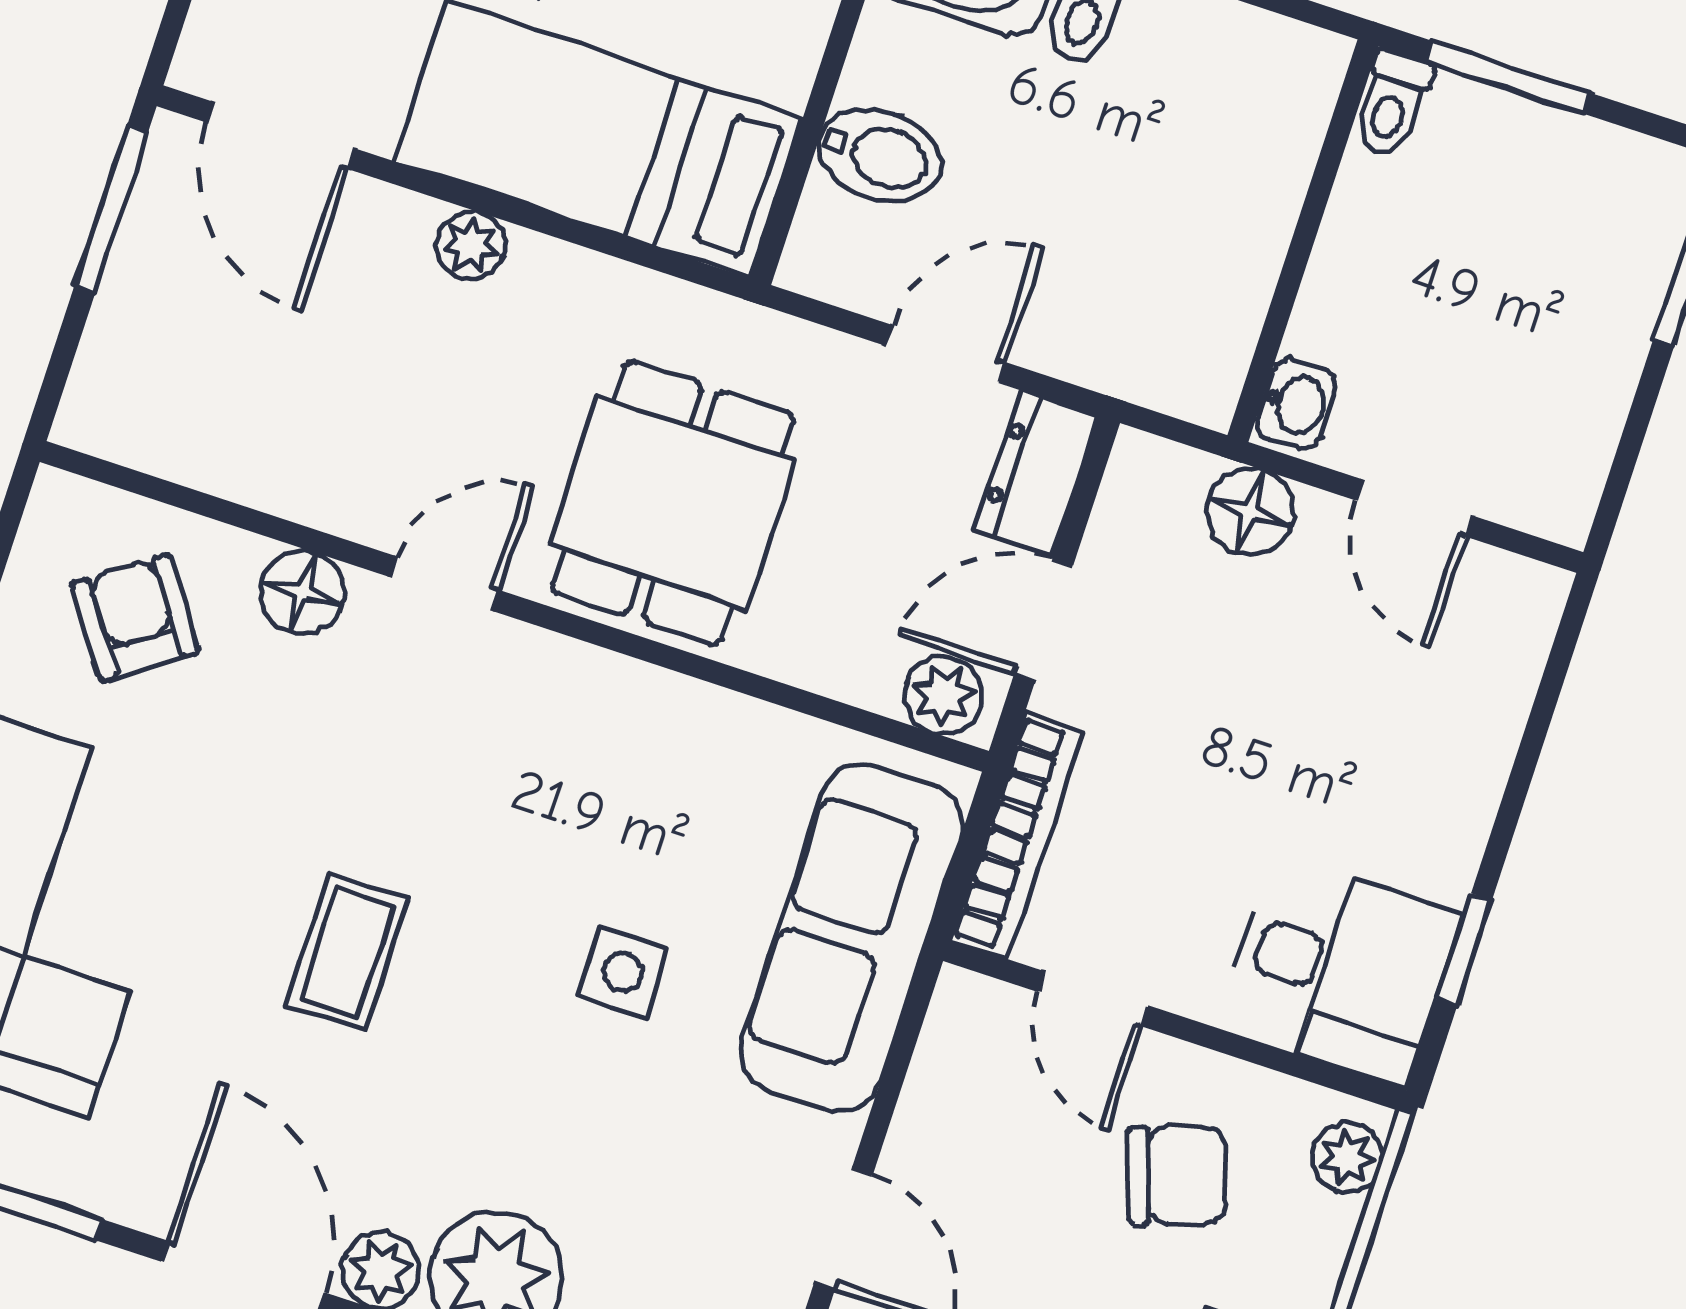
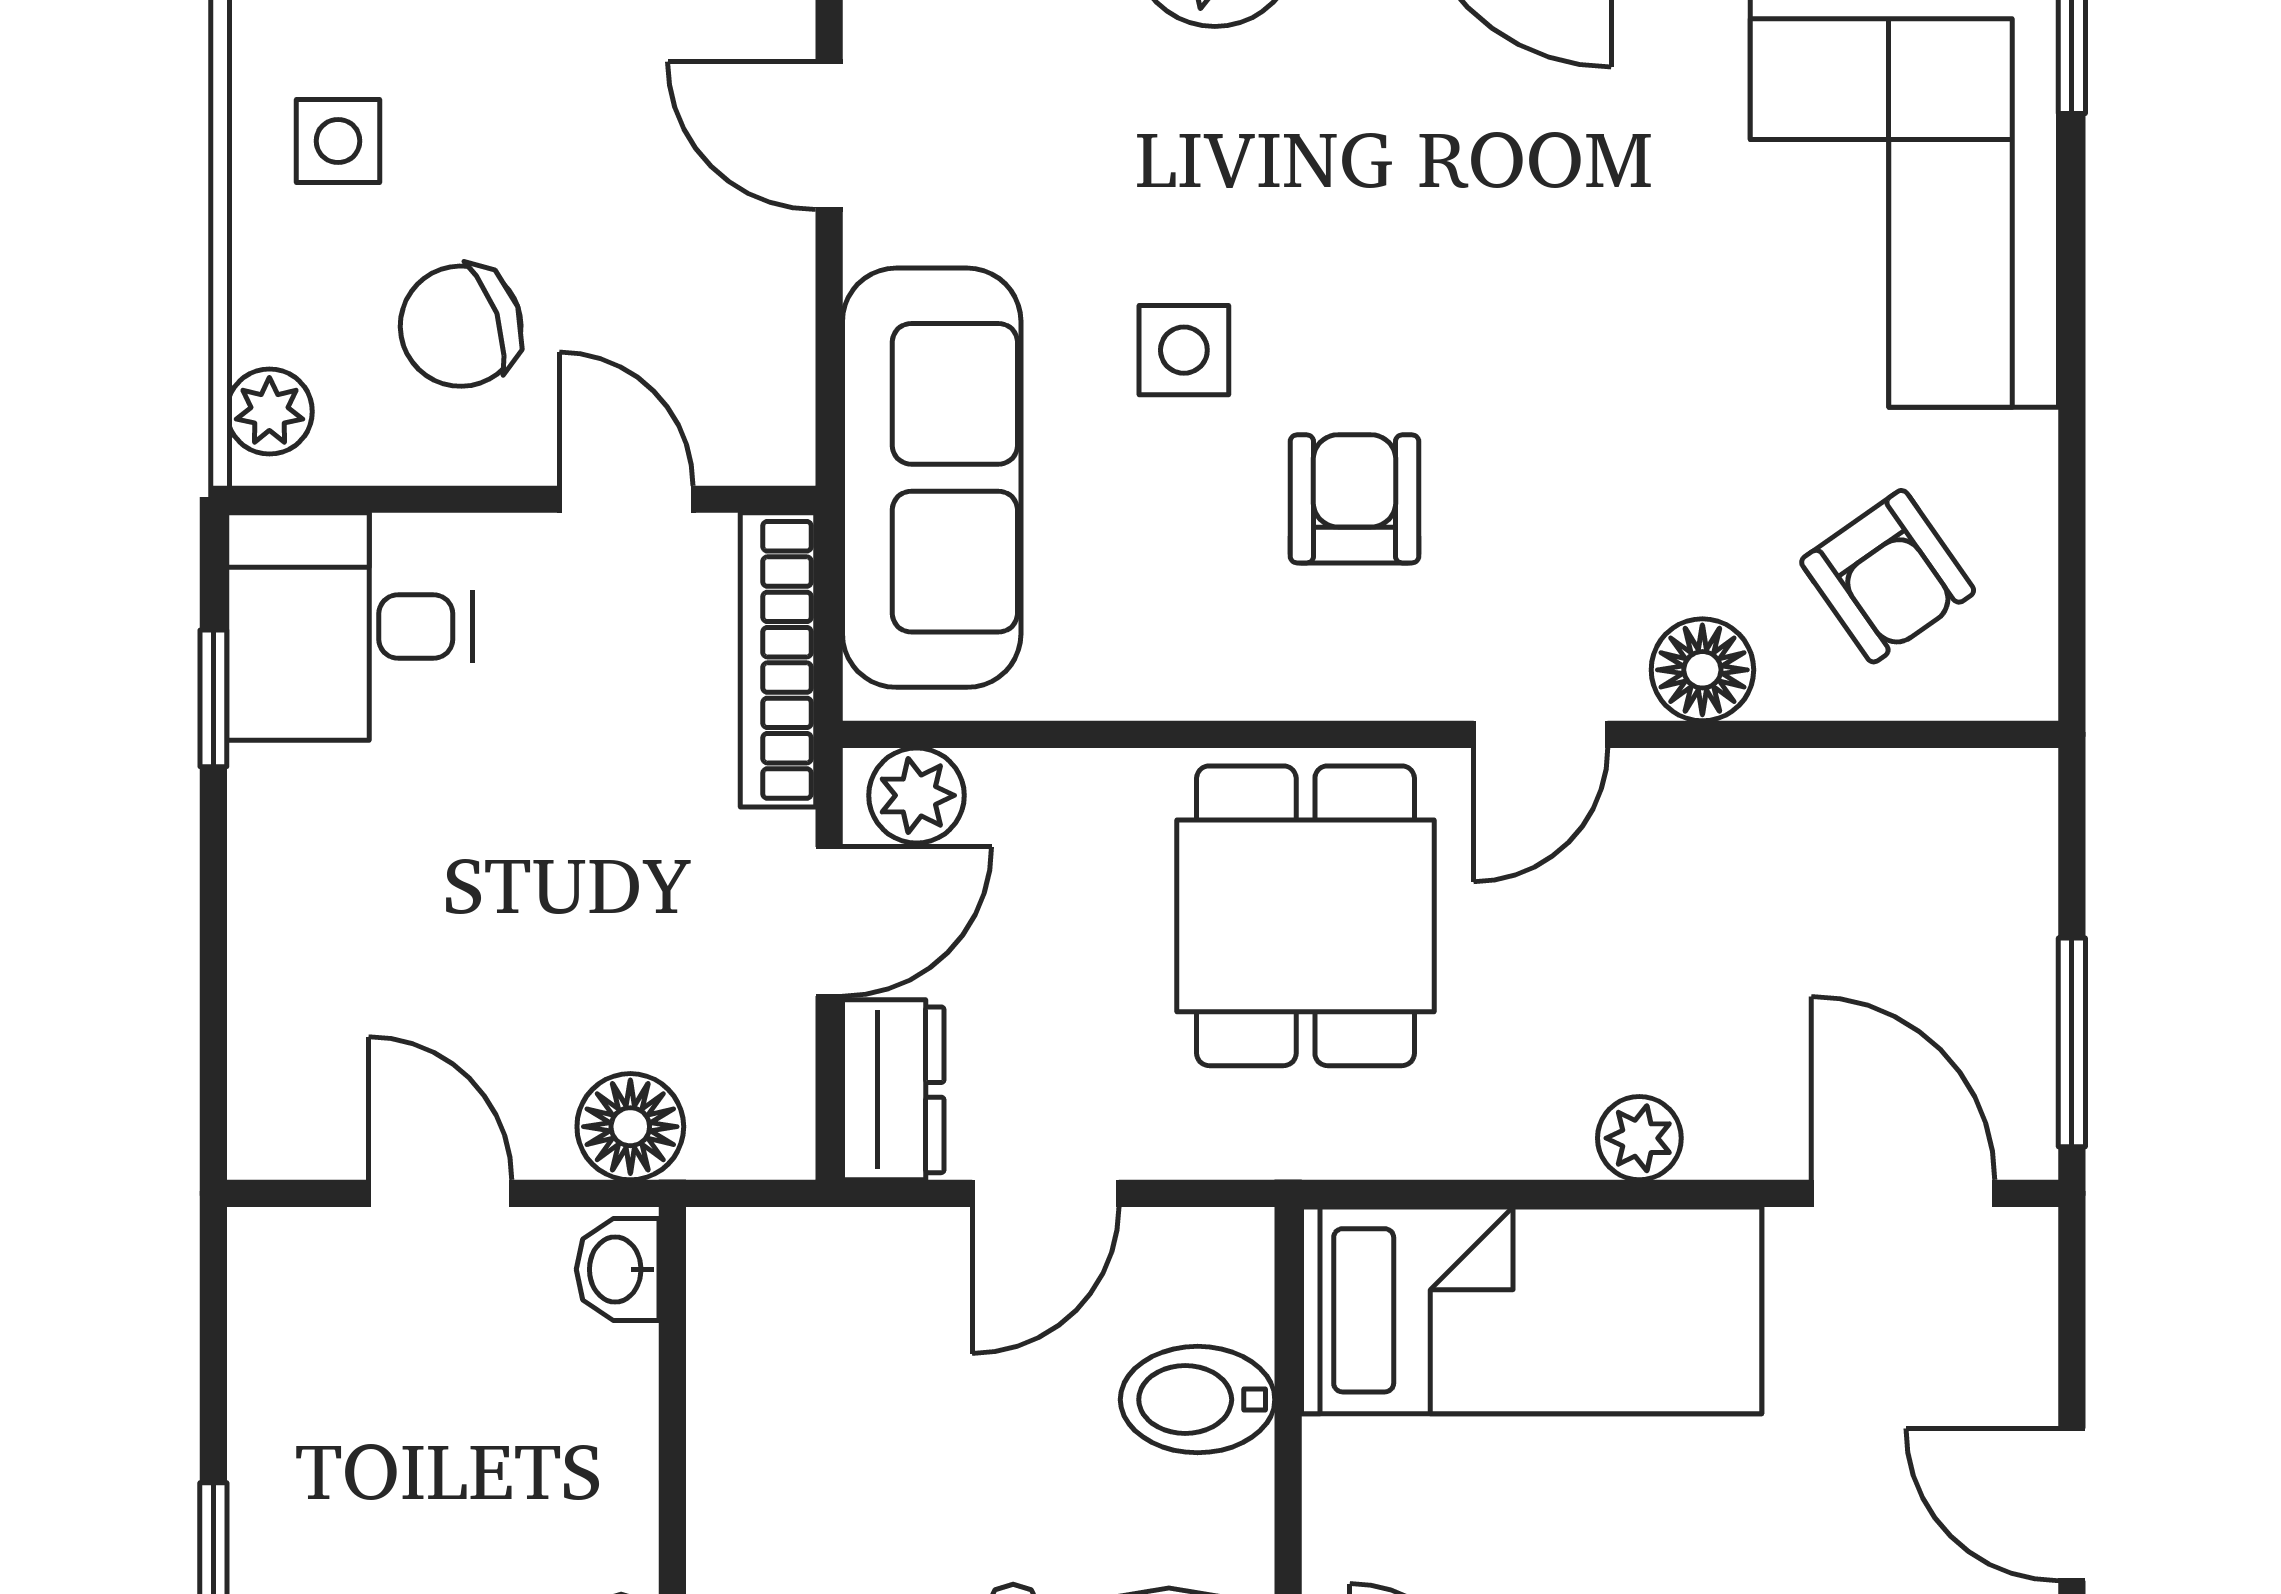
armchair: (529, 814) -> (1354, 499), added
coffee table: (347, 952) -> (1513, 268), removed

